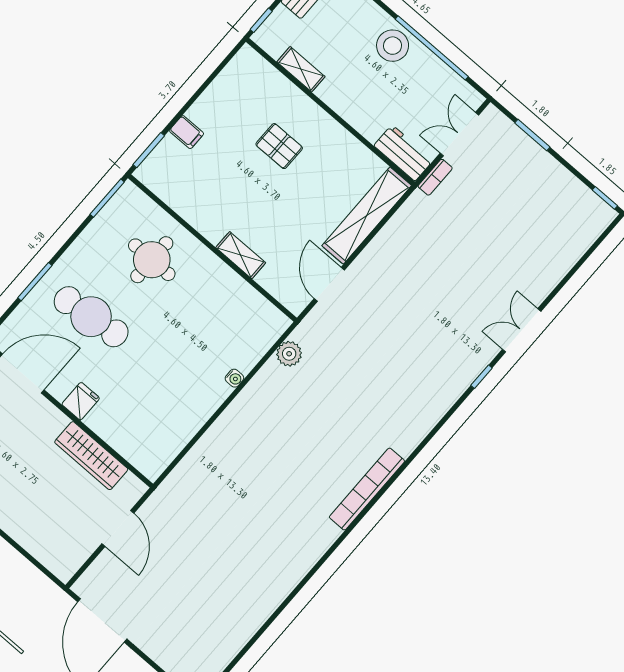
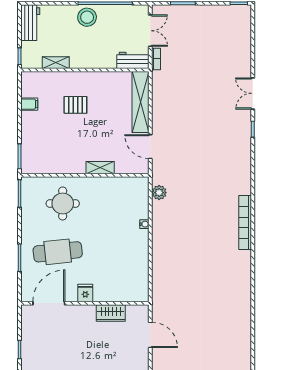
filing cabinet: (187, 132) -> (29, 104), moved
double door: (459, 134) -> (150, 31), swing flipped
wardrobe: (91, 456) -> (111, 313), width x0.67

